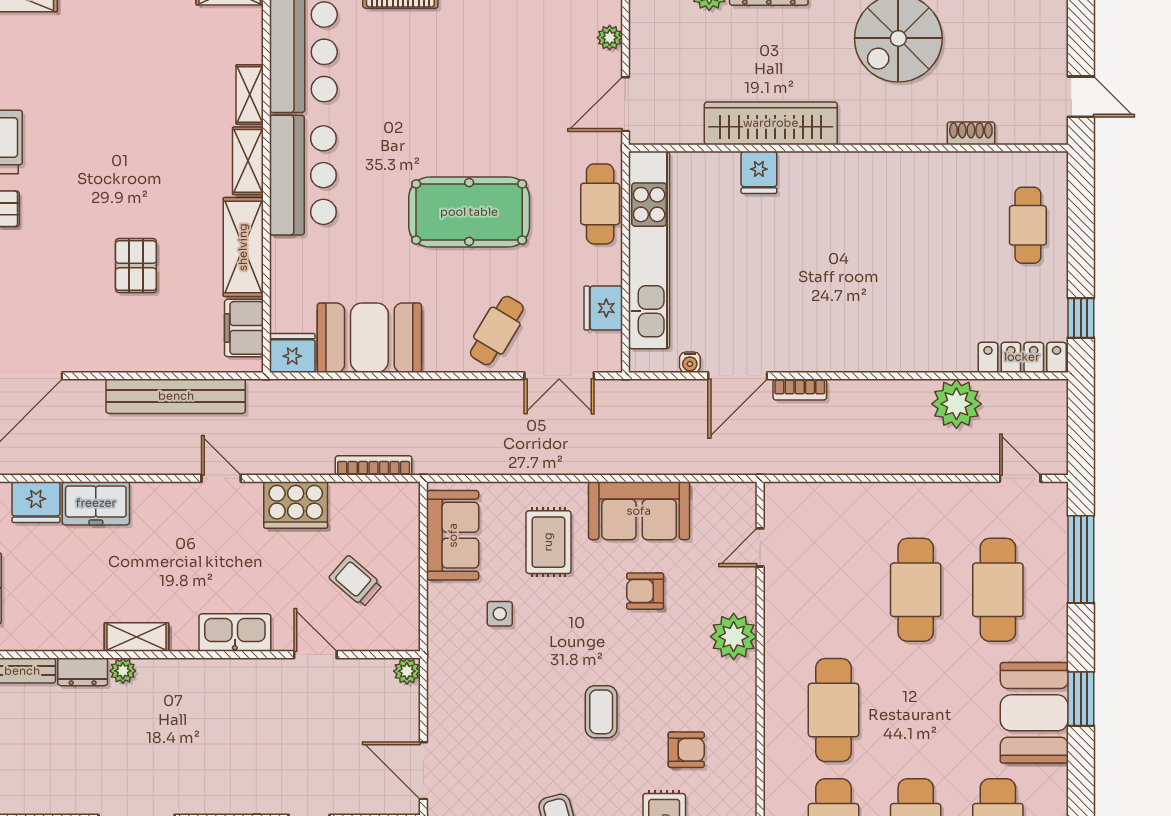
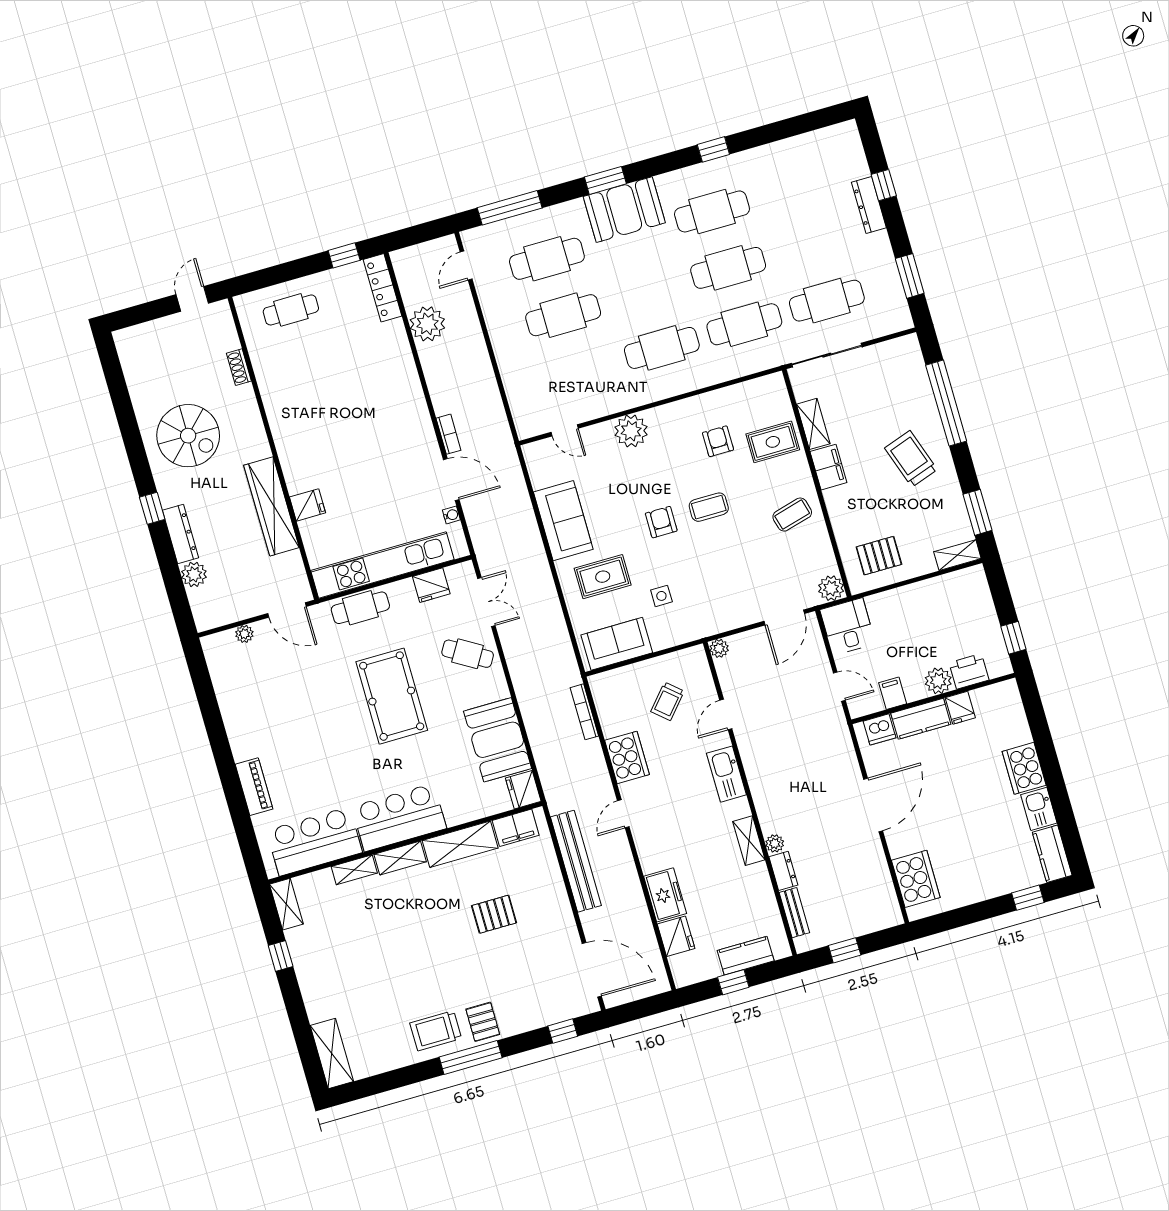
armchair: (645, 591) -> (661, 522), moved, turned 180

